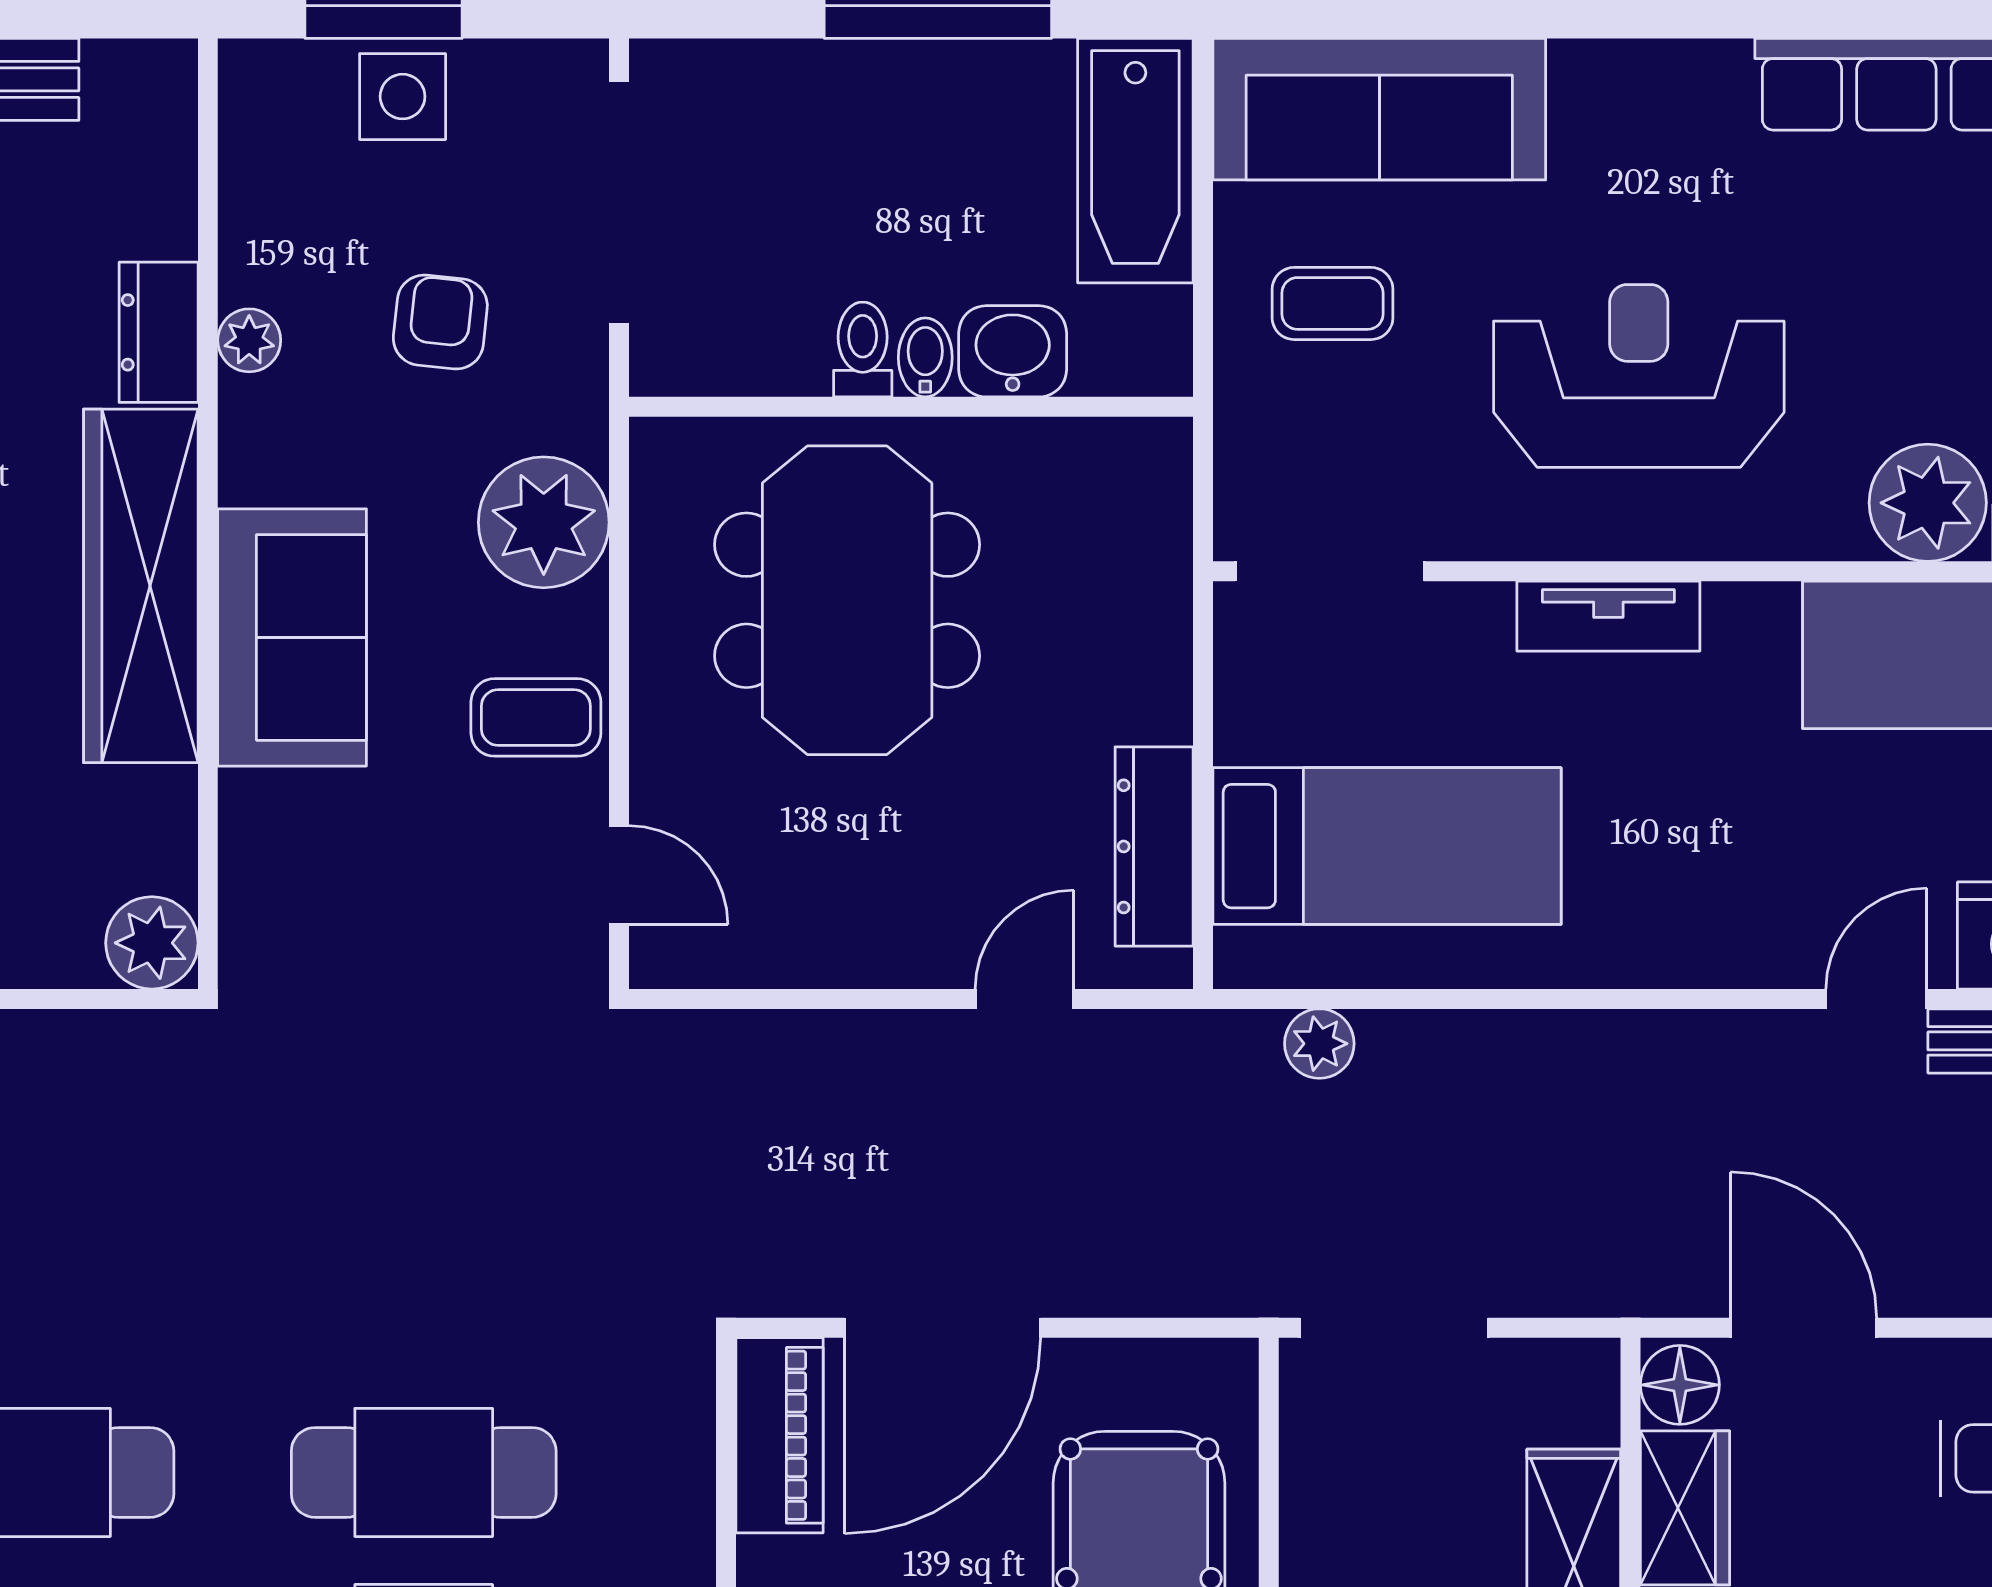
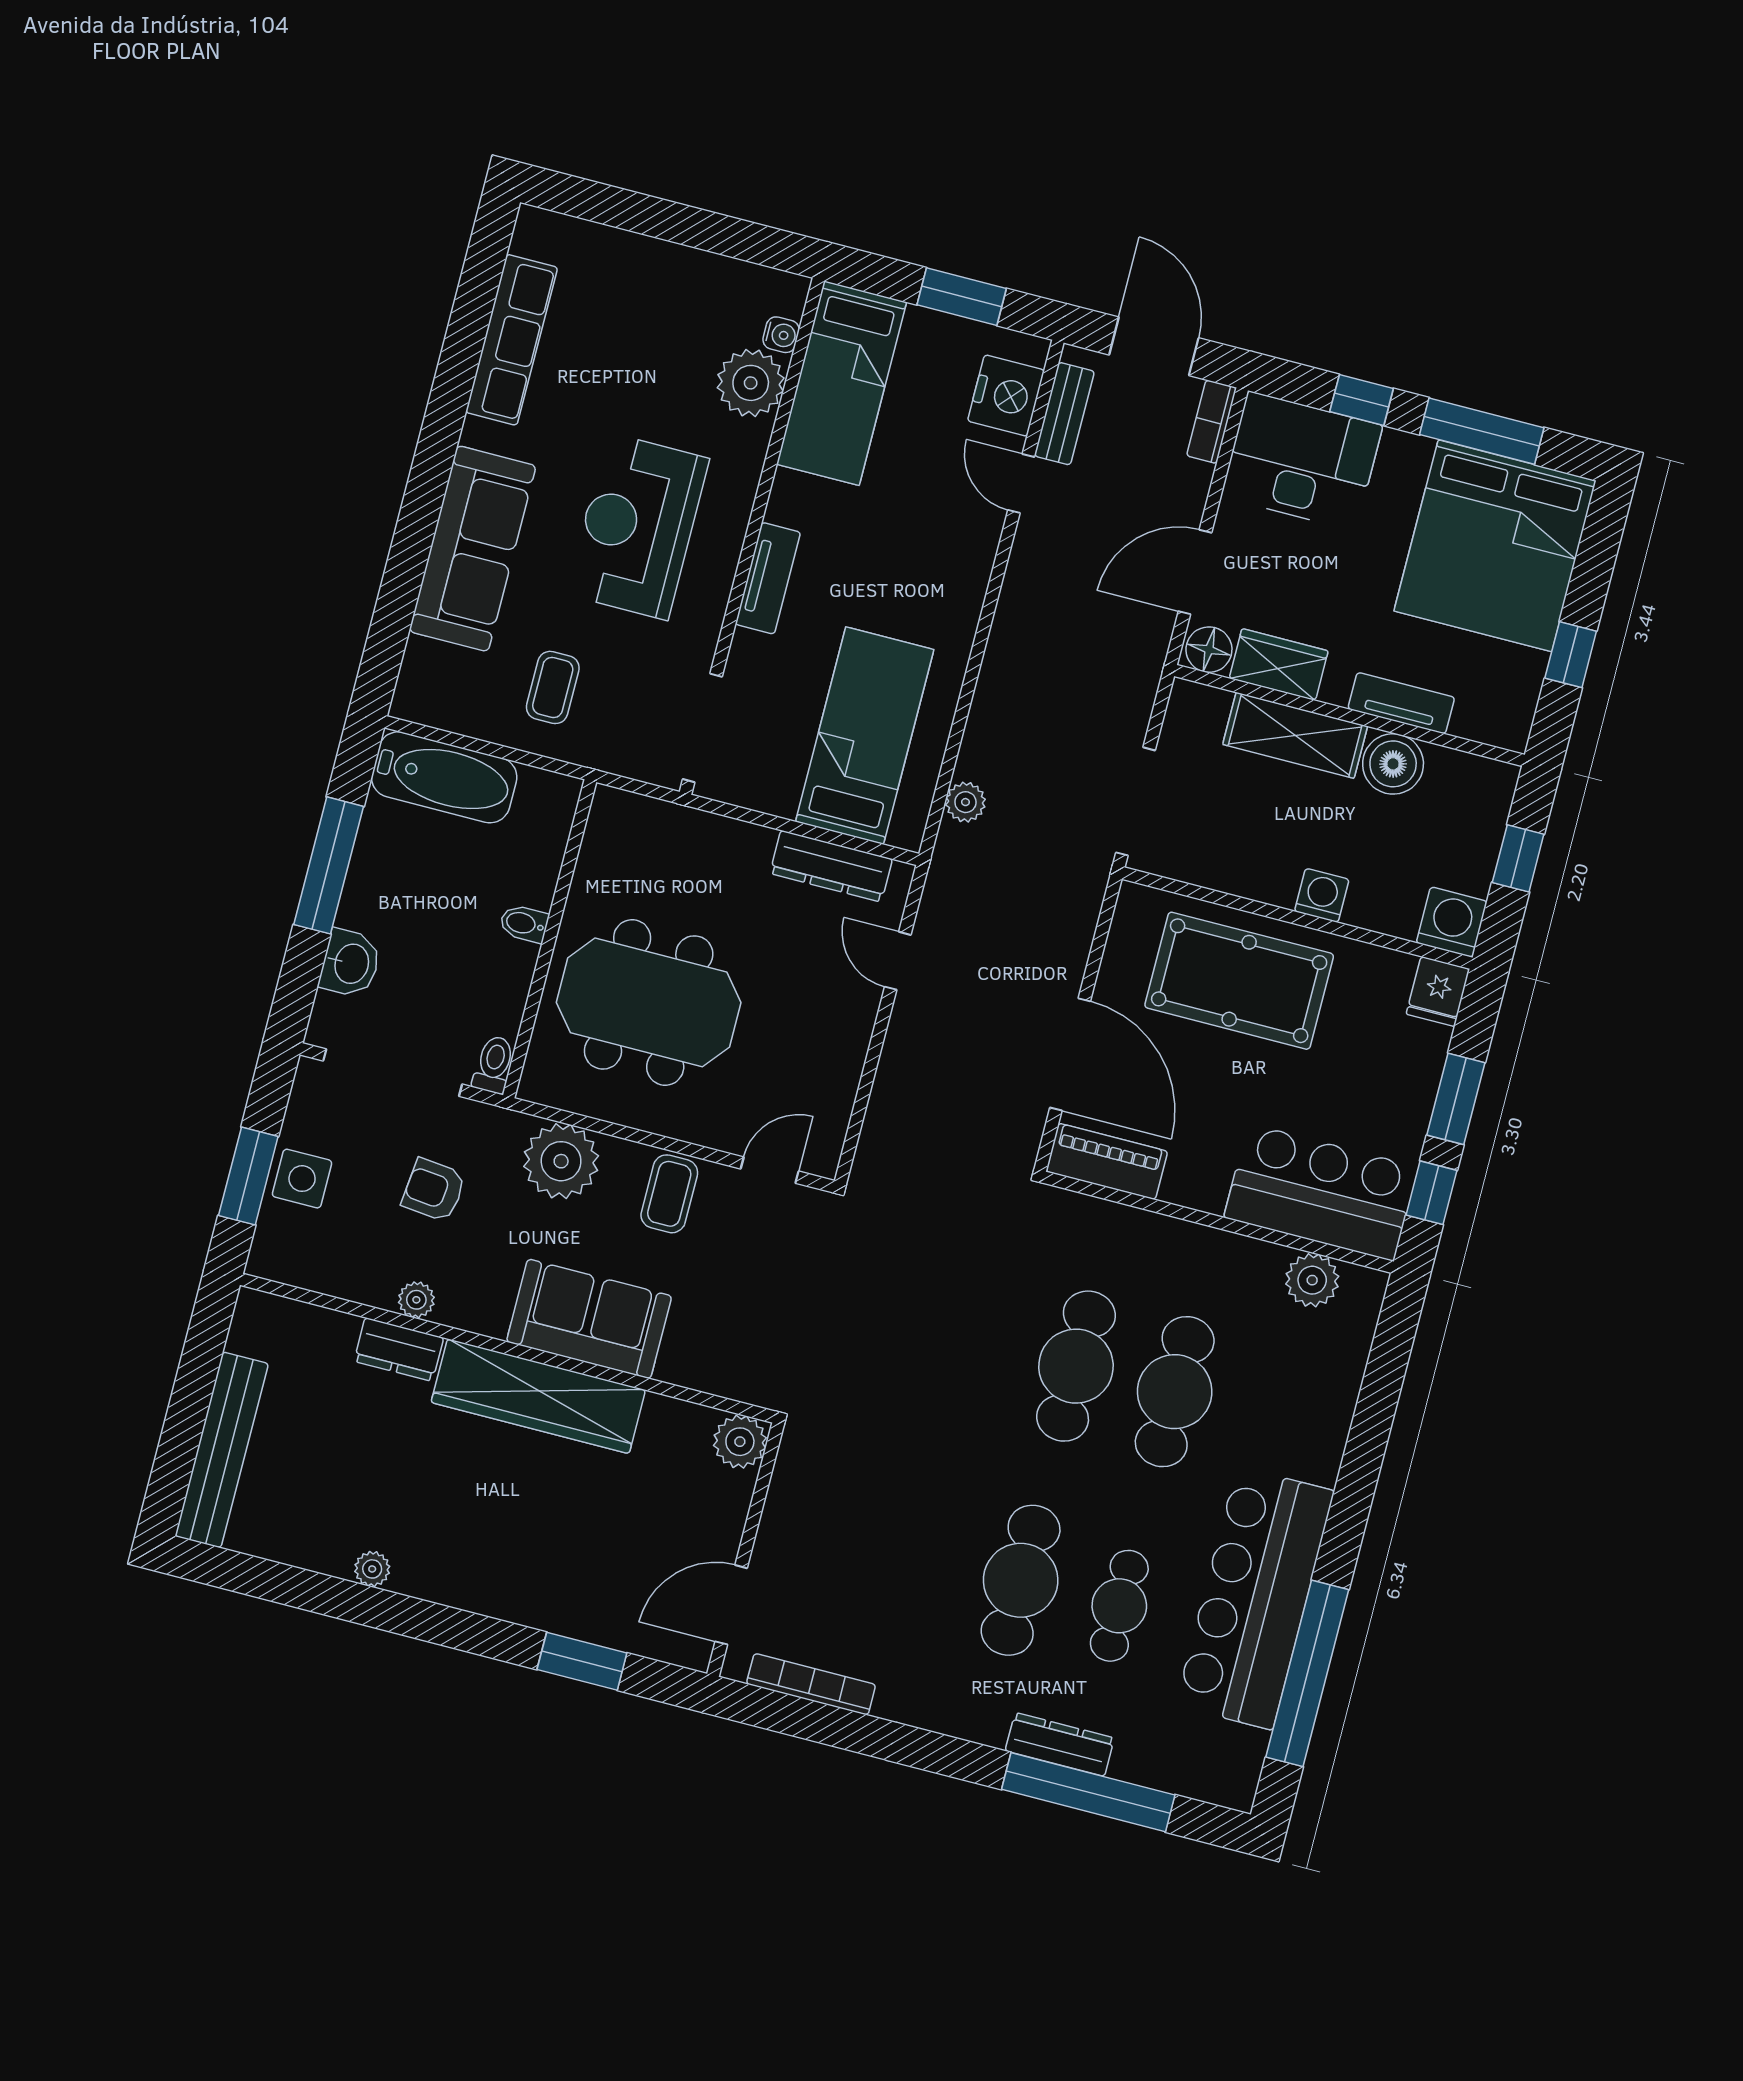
sofa: (1379, 109) -> (473, 549), moved
toilet: (863, 349) -> (494, 1064), moved, turned 90
washbasin: (1013, 351) -> (350, 963), moved, turned 180

